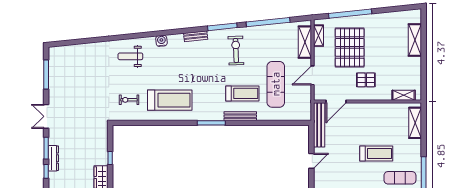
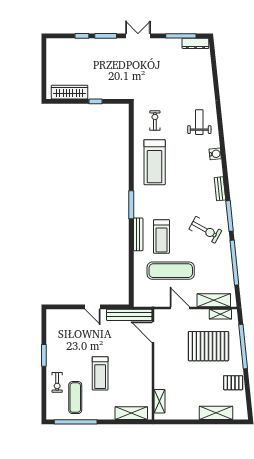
exercise bike: (236, 50) -> (205, 230), turned 31
pallet: (366, 80) -> (233, 383), moved, turned 90
dresser: (53, 158) -> (195, 43), moved

